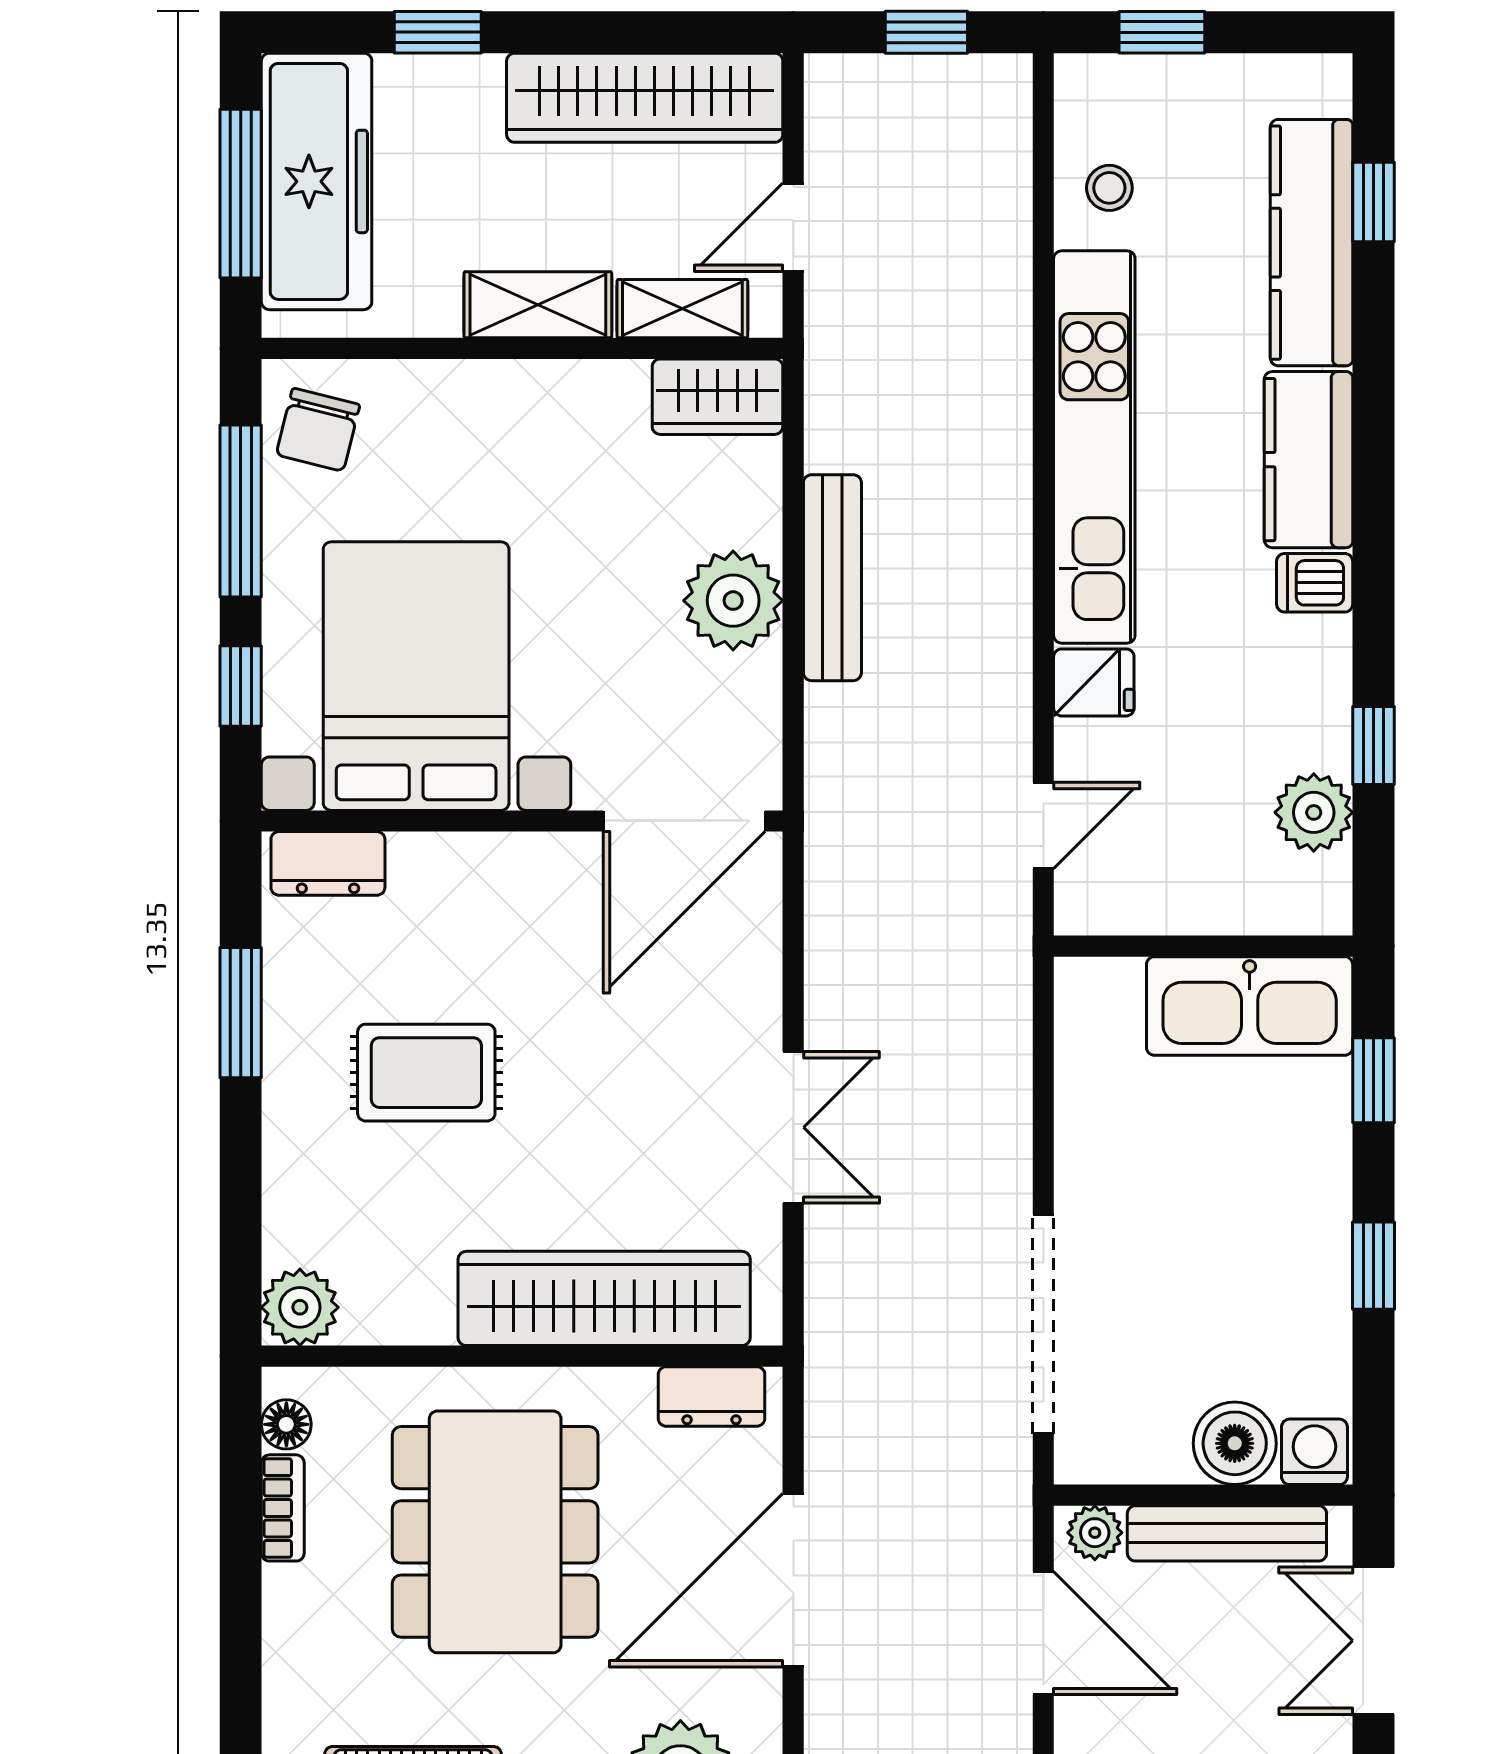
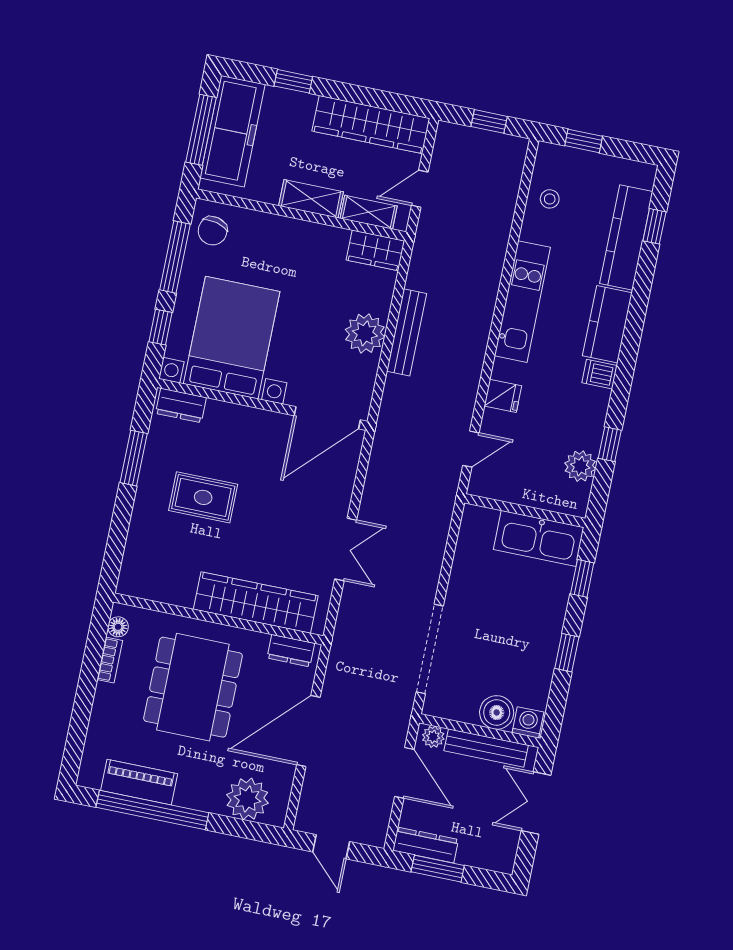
kitchen unit: (1094, 447) -> (522, 302), width x0.73
plant: (300, 1307) -> (133, 581), removed

